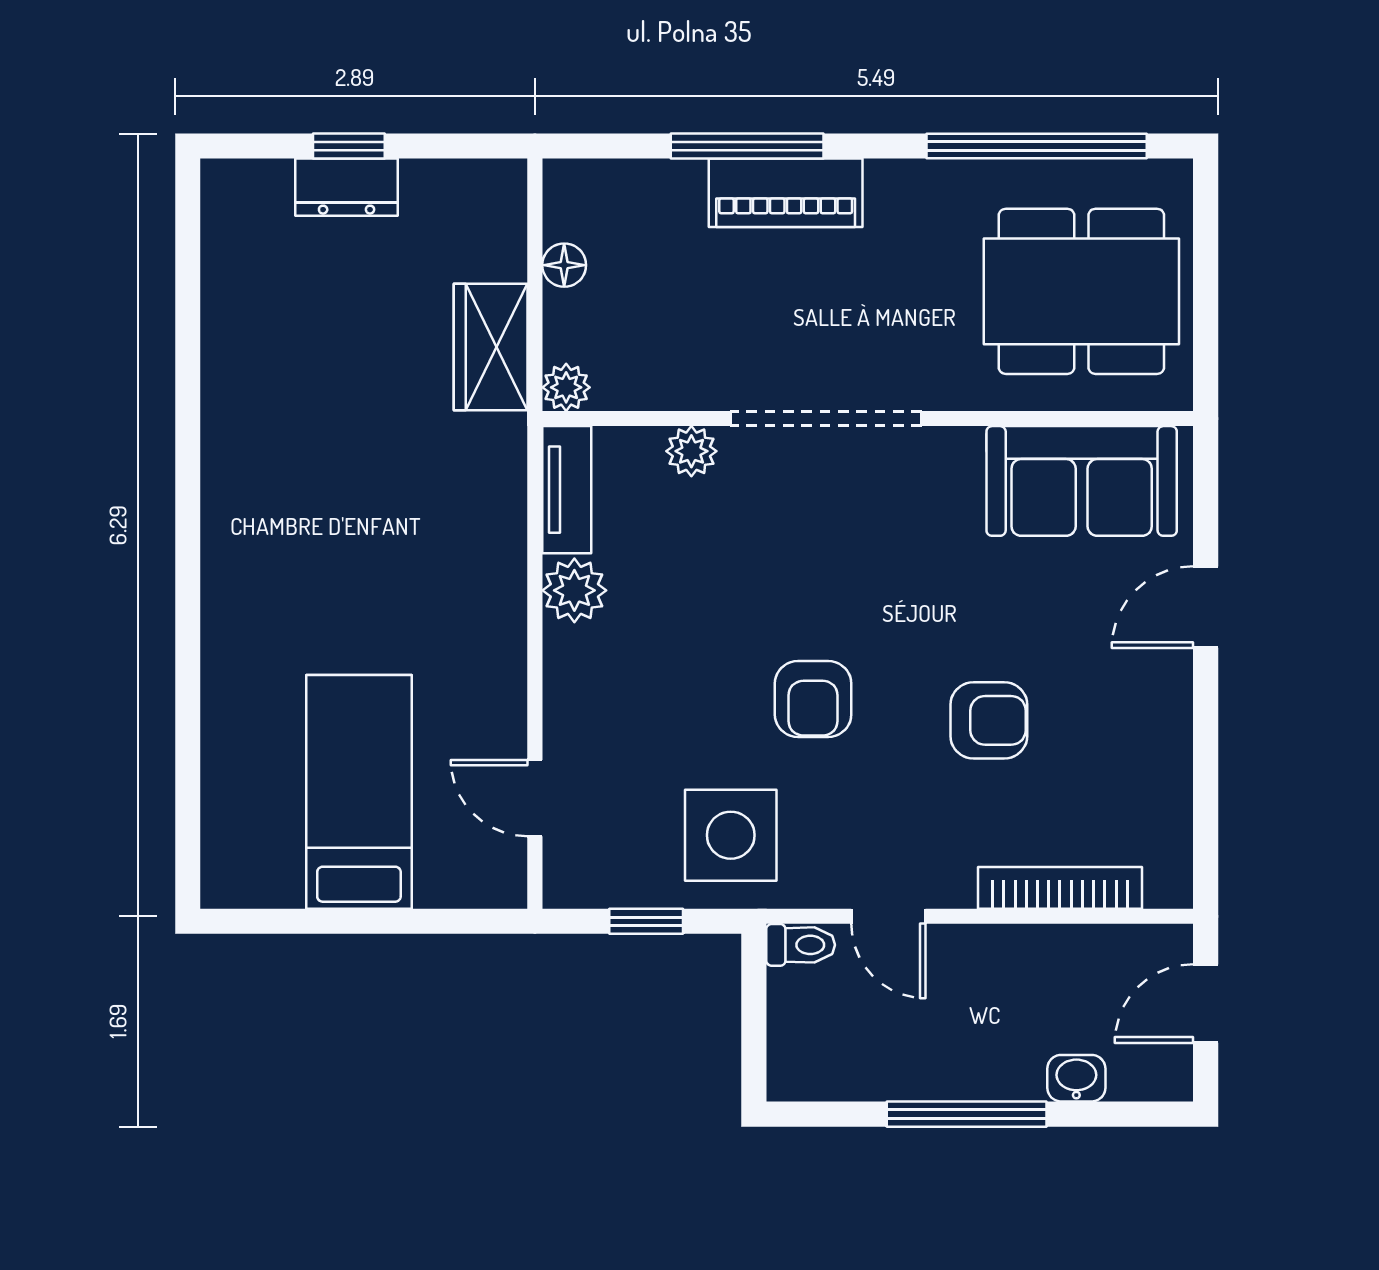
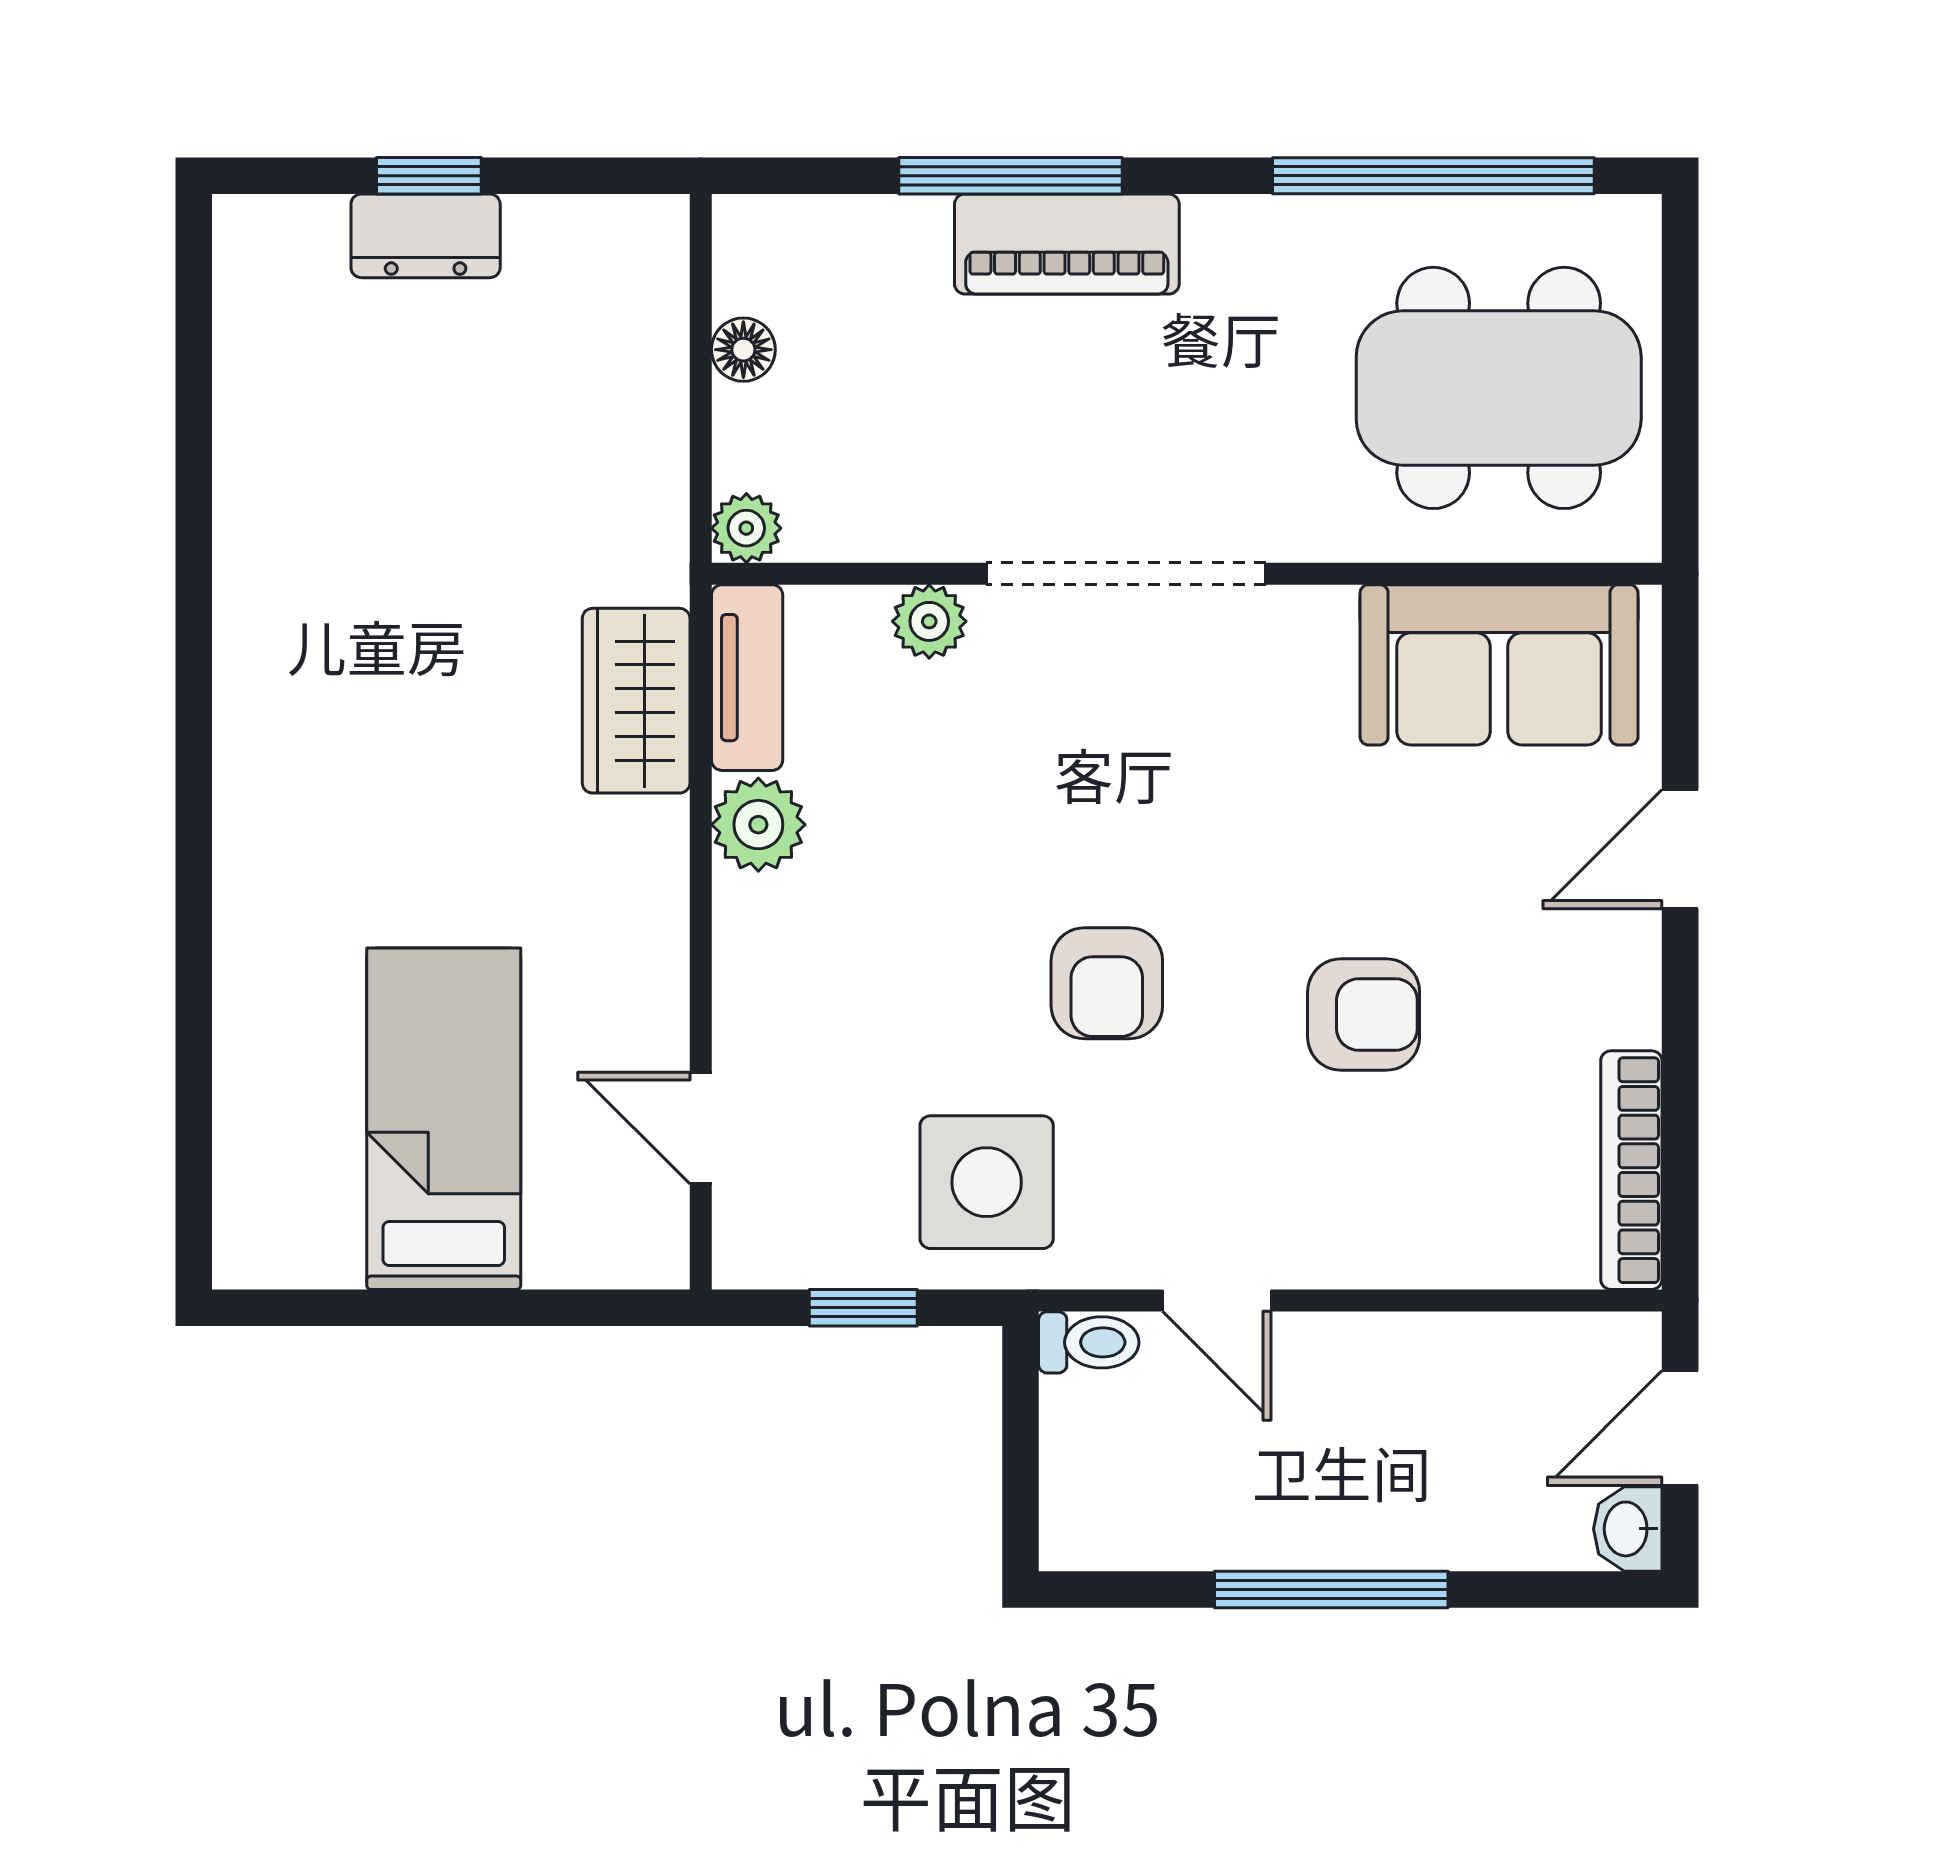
wardrobe: (491, 347) -> (636, 701), moved
bookcase: (1060, 888) -> (1631, 1170), moved, turned -90
washbasin: (1076, 1078) -> (1628, 1529), moved, turned -90

